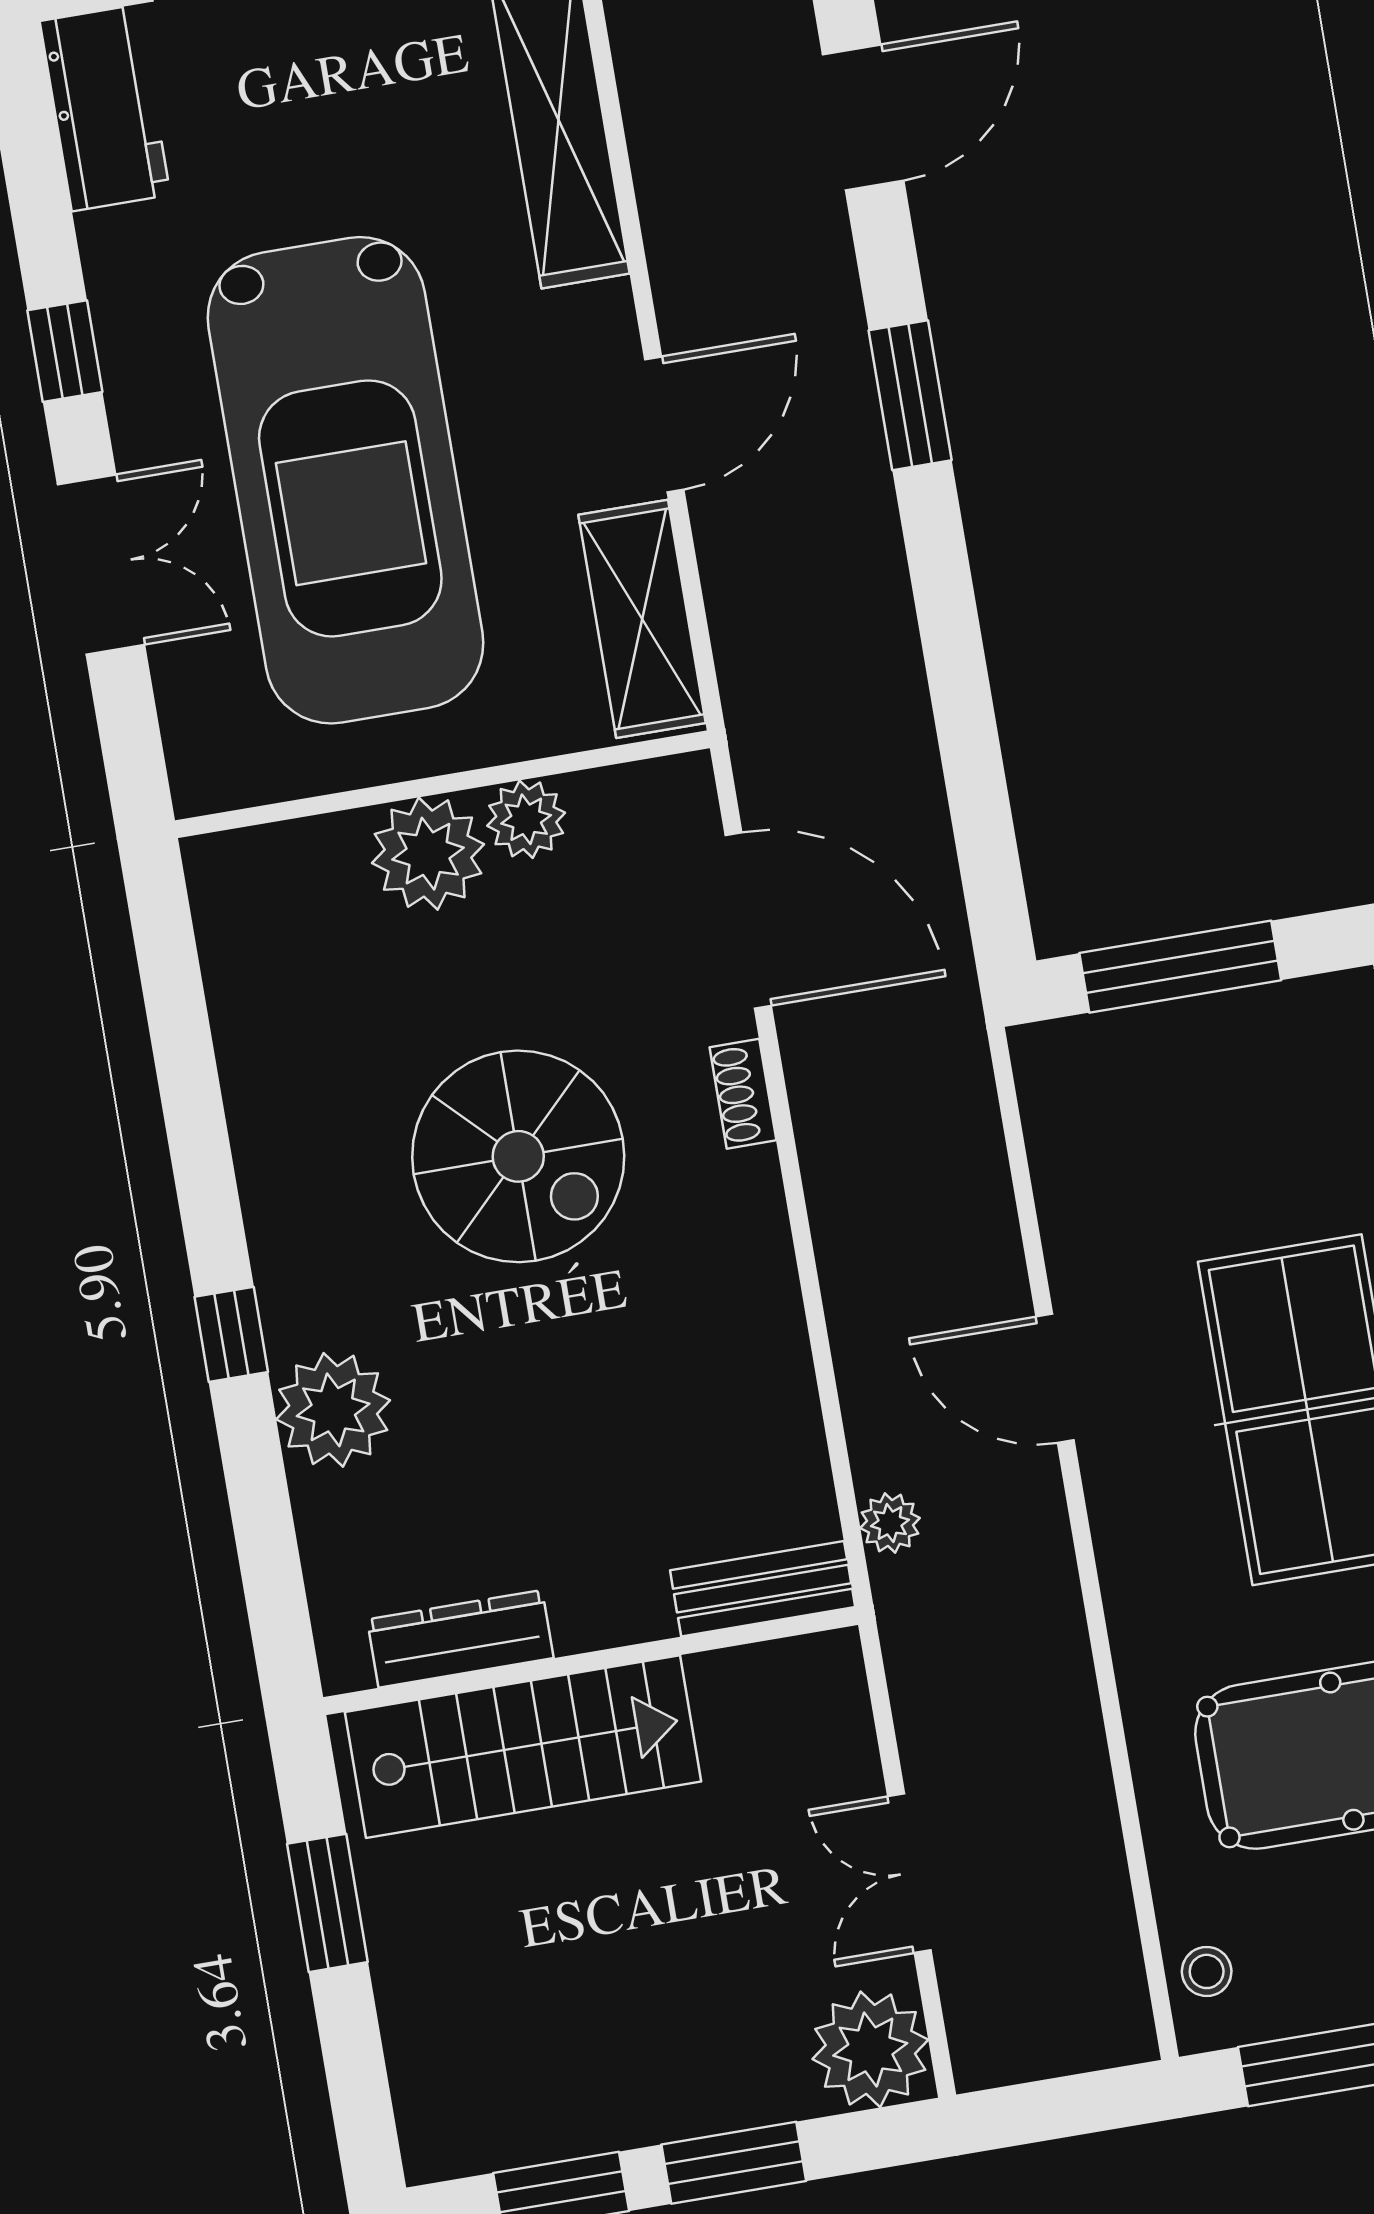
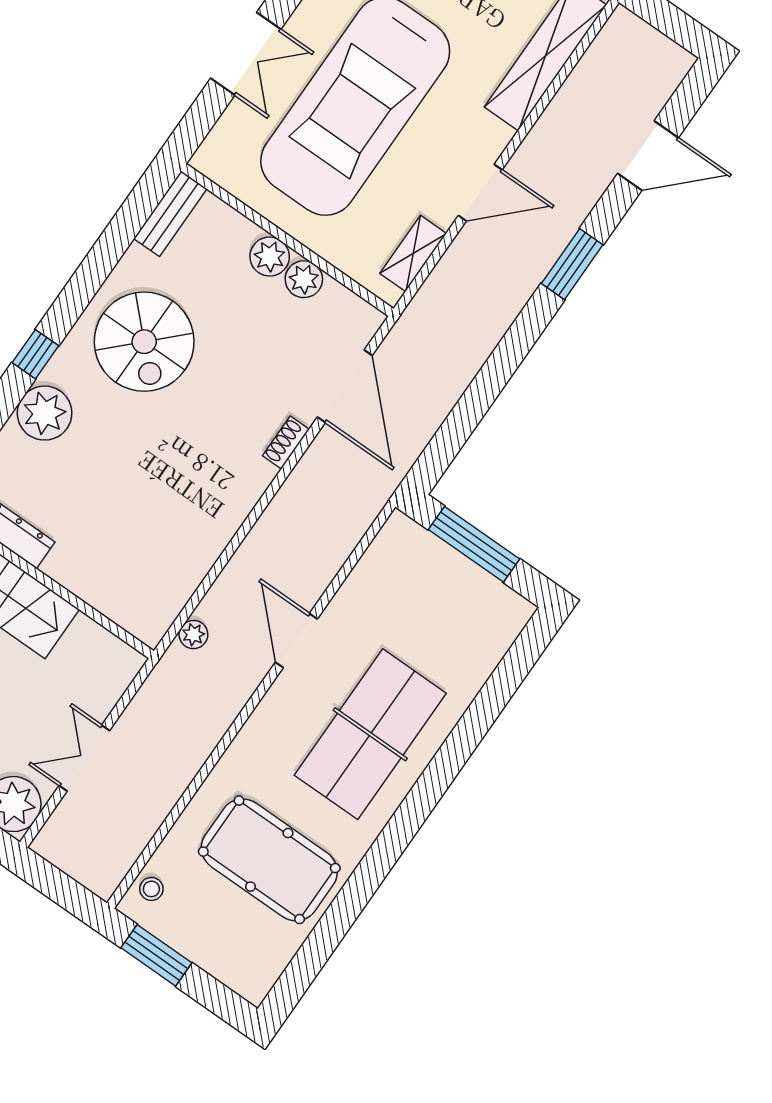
shelving: (642, 619) -> (413, 253), width x0.67, depth x0.75
plant: (428, 854) -> (270, 257), width x0.73, depth x0.73
spiral stairs: (518, 1156) -> (144, 342), moved
bench: (763, 1589) -> (170, 214), moved, turned 90

